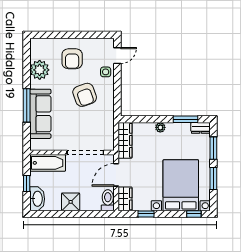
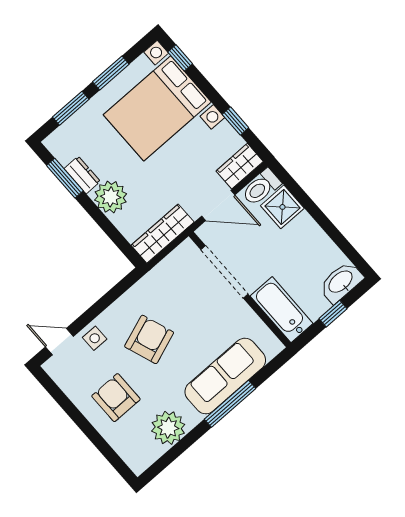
armchair: (72, 59) -> (116, 398), turned -90
plant: (160, 127) -> (111, 197), width x1.88, depth x1.88
dresser: (201, 128) -> (82, 175), moved
shower: (71, 202) -> (282, 207), moved

